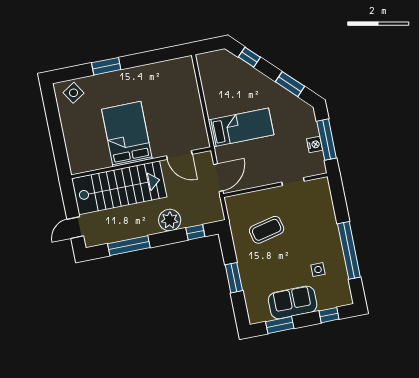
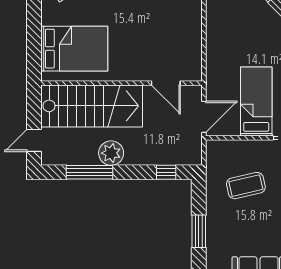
bed: (241, 127) -> (256, 102), moved, turned -90
bed: (127, 134) -> (74, 49), moved, turned 90
plant: (170, 220) -> (111, 153), moved

